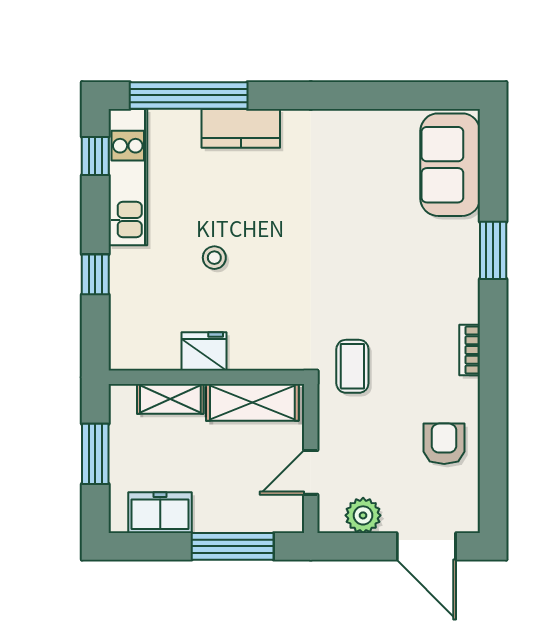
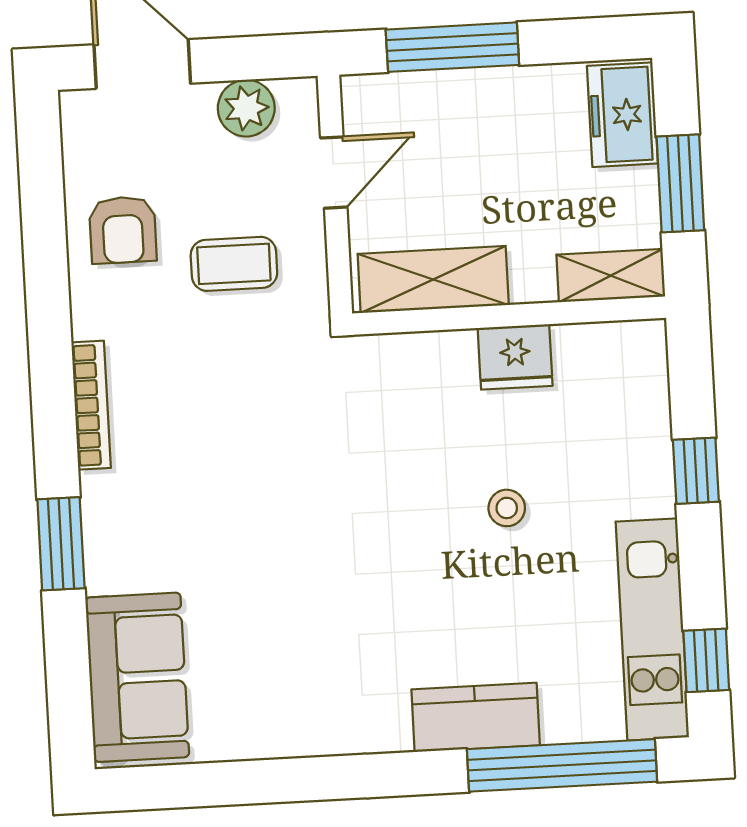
bookcase: (470, 350) -> (91, 405), width x1.56
coffee table: (352, 366) -> (234, 264), moved, turned 90
shelving: (170, 399) -> (611, 276), moved
freezer: (160, 513) -> (622, 115), moved, turned 90

